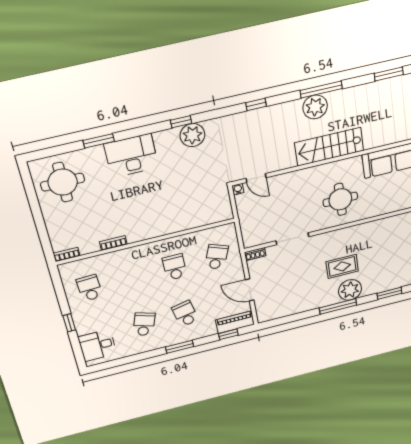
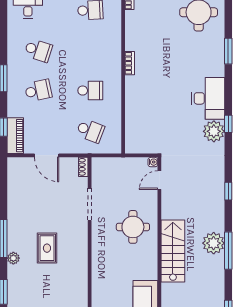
desk: (131, 156) -> (208, 98), moved
round table: (340, 199) -> (133, 227), moved
bookcase: (113, 243) -> (130, 63), moved
door: (250, 290) -> (47, 155), swing flipped
plant: (350, 290) -> (13, 258), width x0.53, depth x0.53

